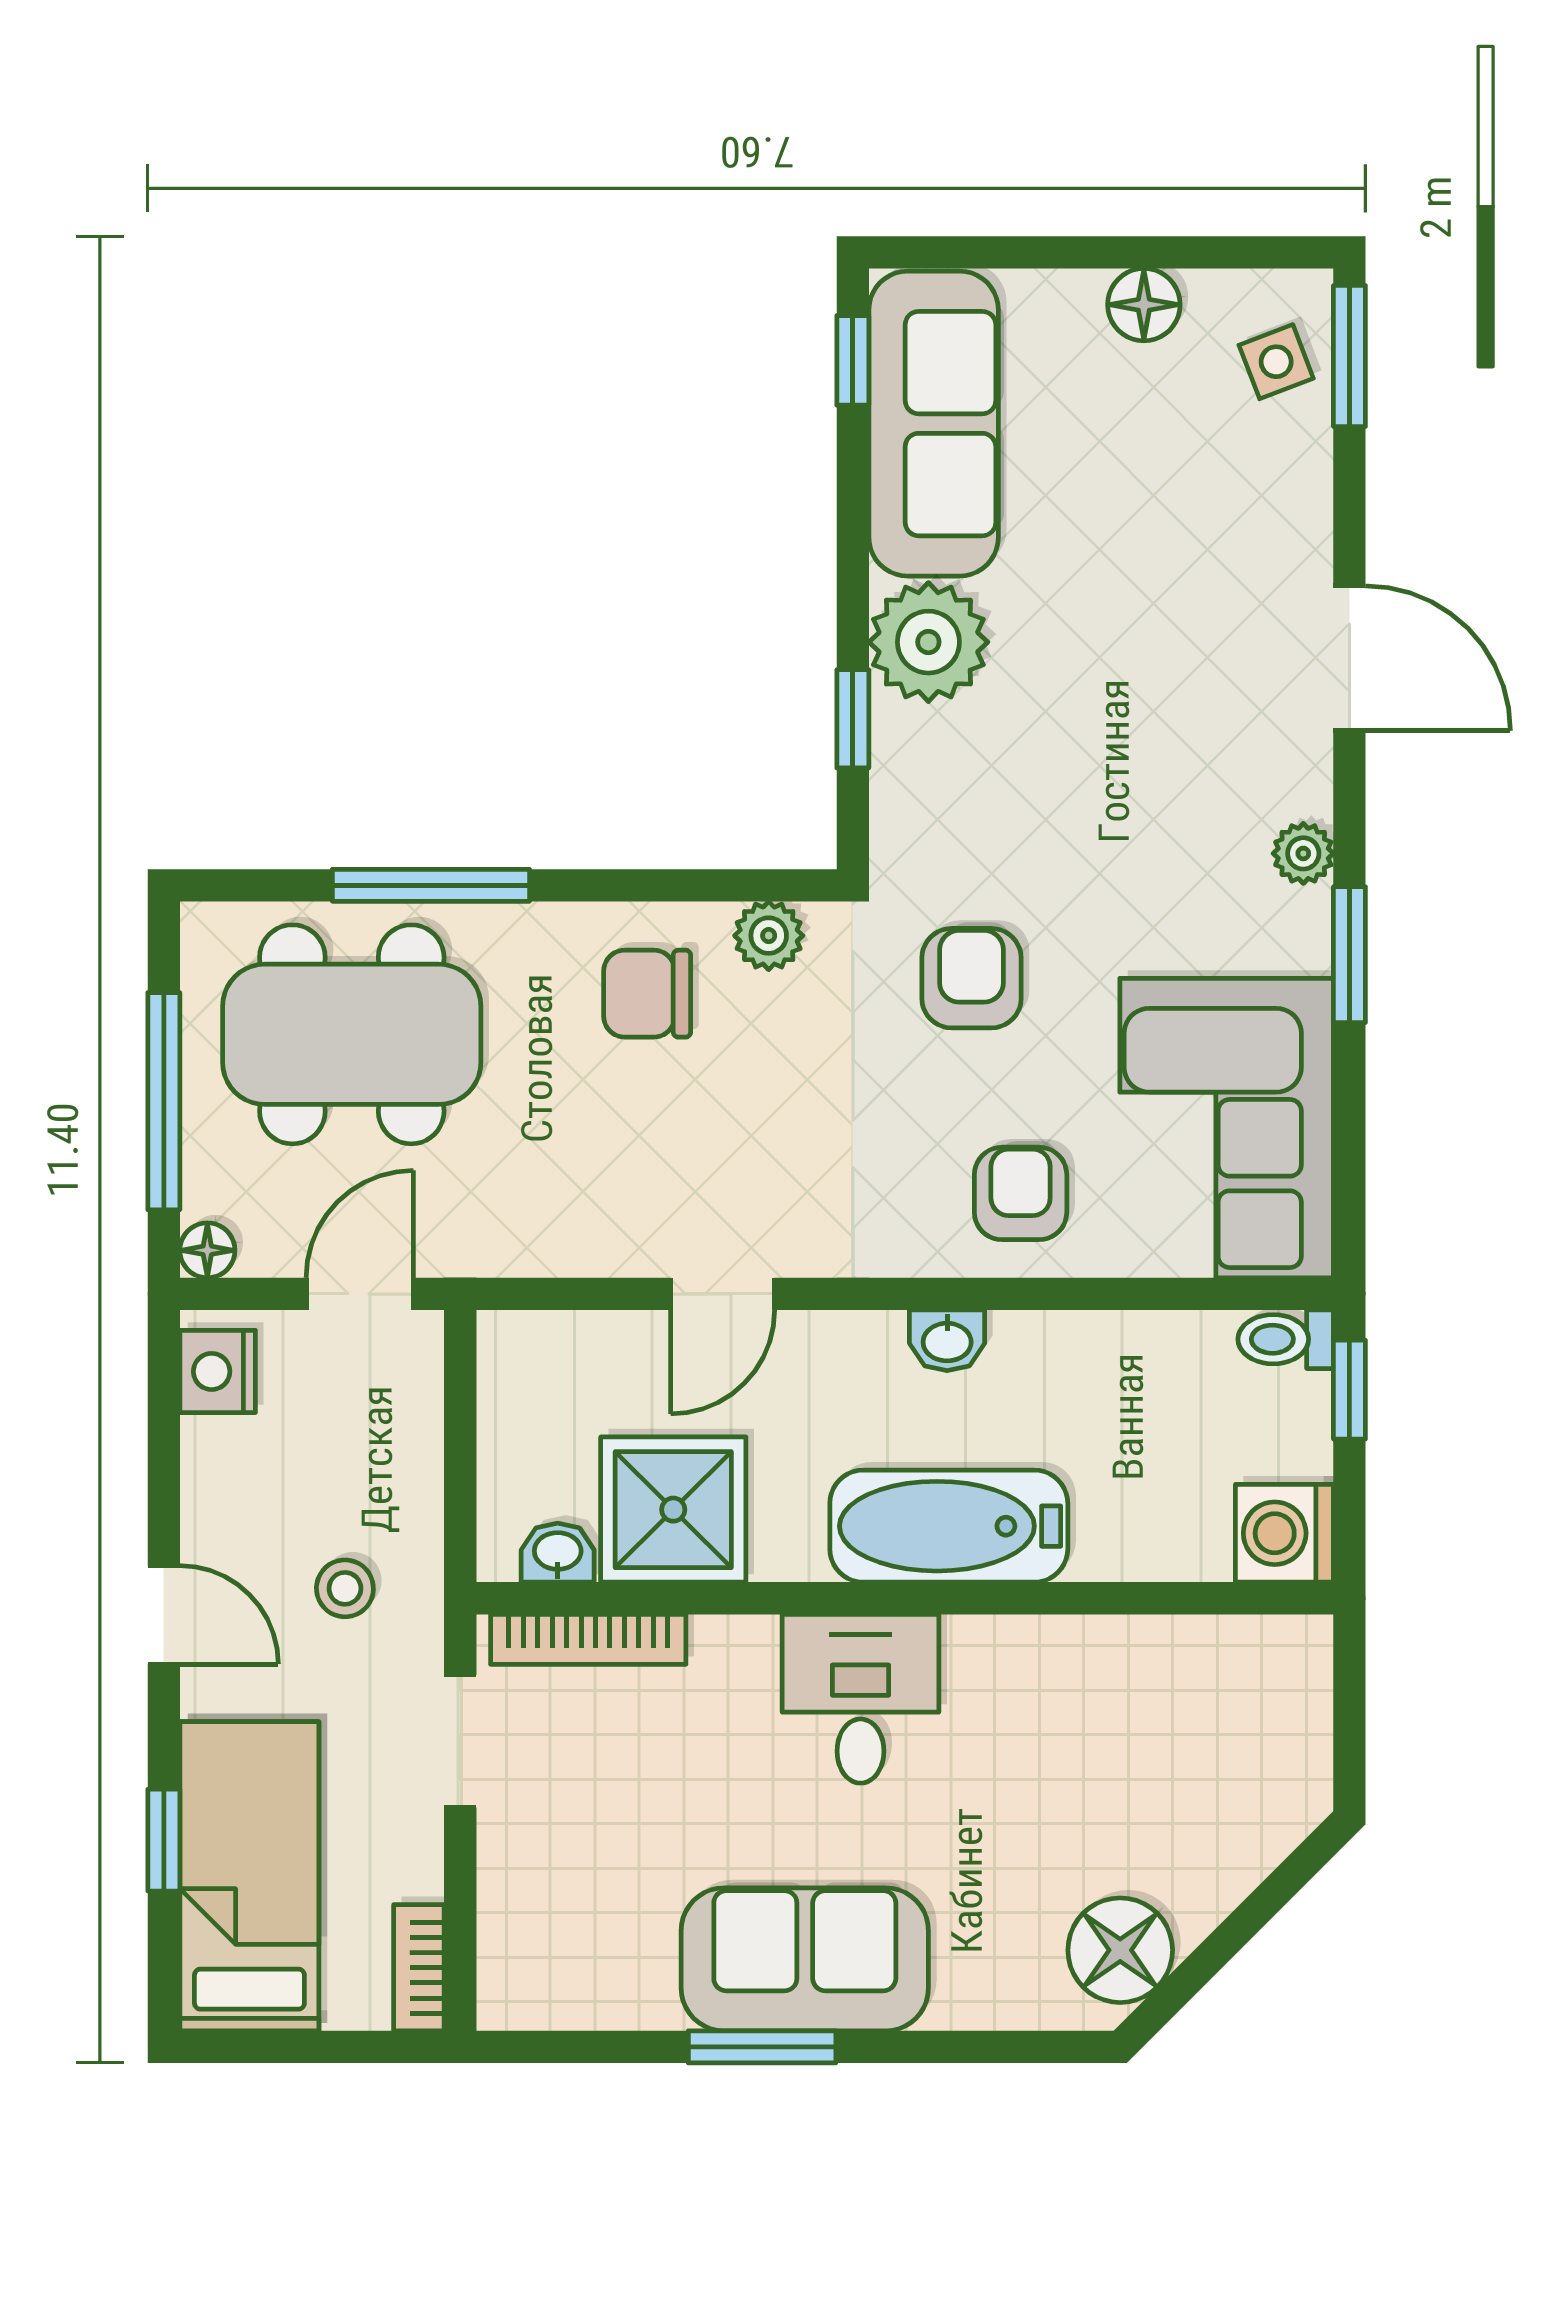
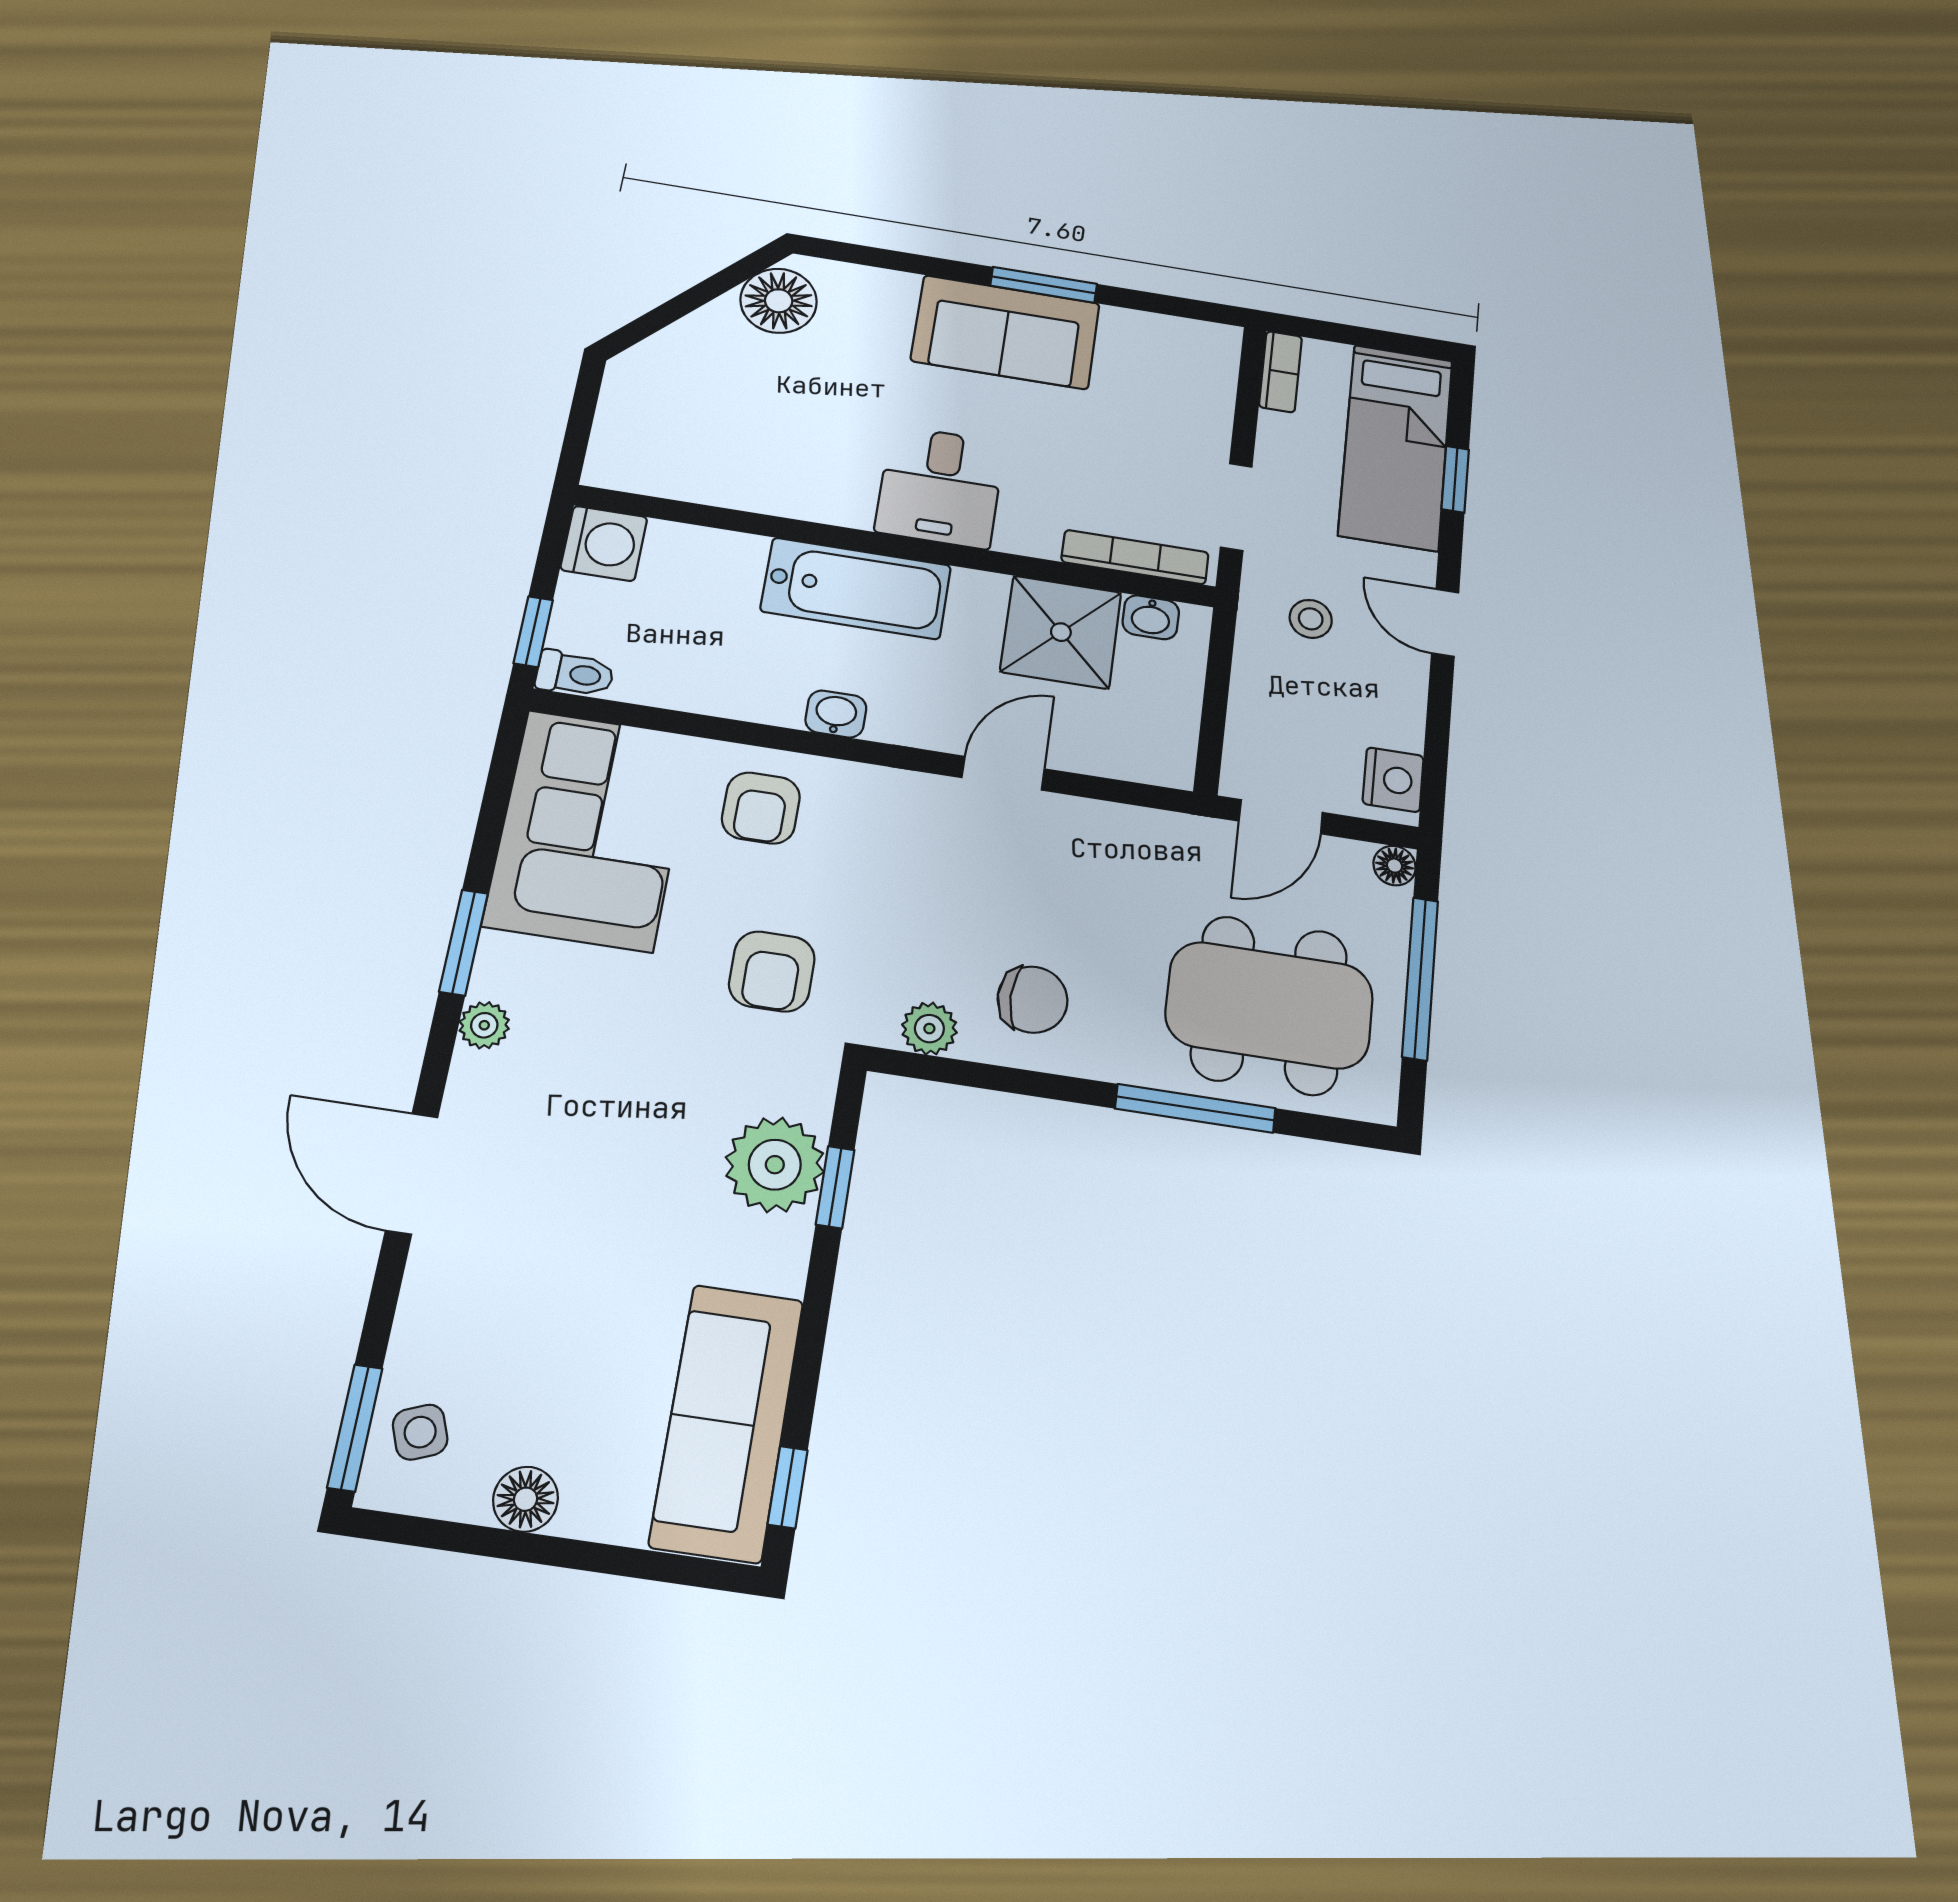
plant: (928, 642) -> (775, 1165), moved

